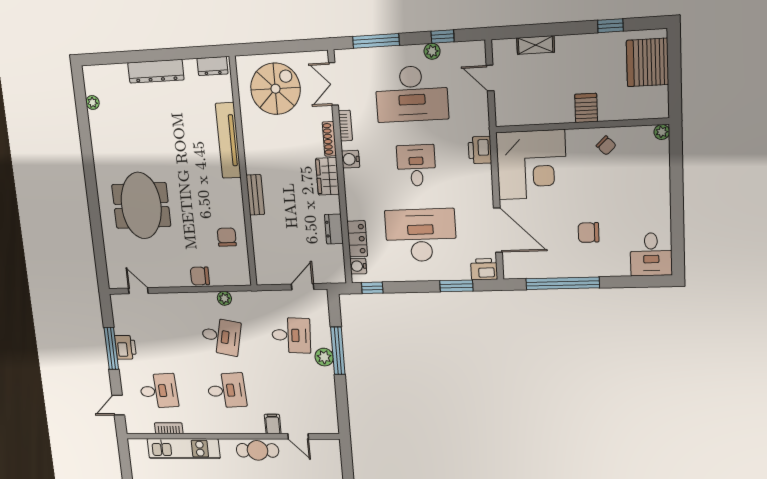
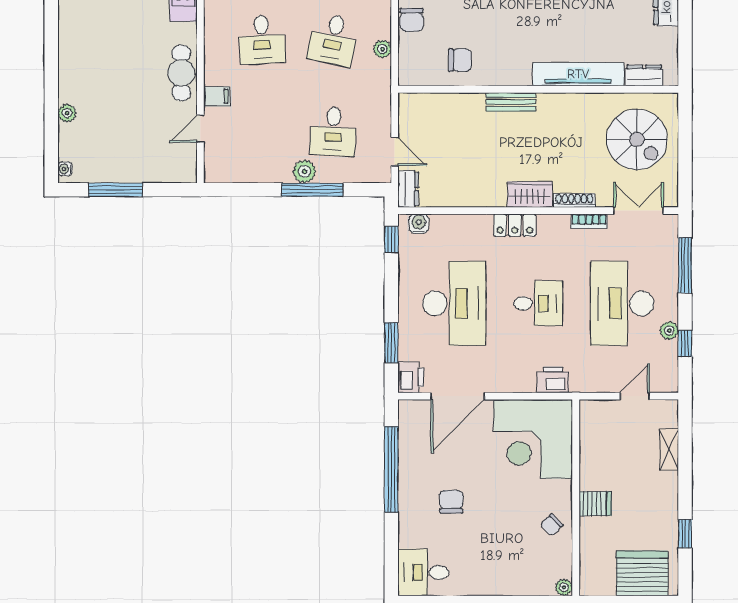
dresser: (212, 66) -> (644, 75), moved, turned 90
water cooler: (351, 159) -> (549, 224), removed
dresser: (334, 229) -> (408, 189), moved, turned 90
locker: (357, 239) -> (515, 225), moved
chair: (200, 276) -> (412, 20), turned 180

